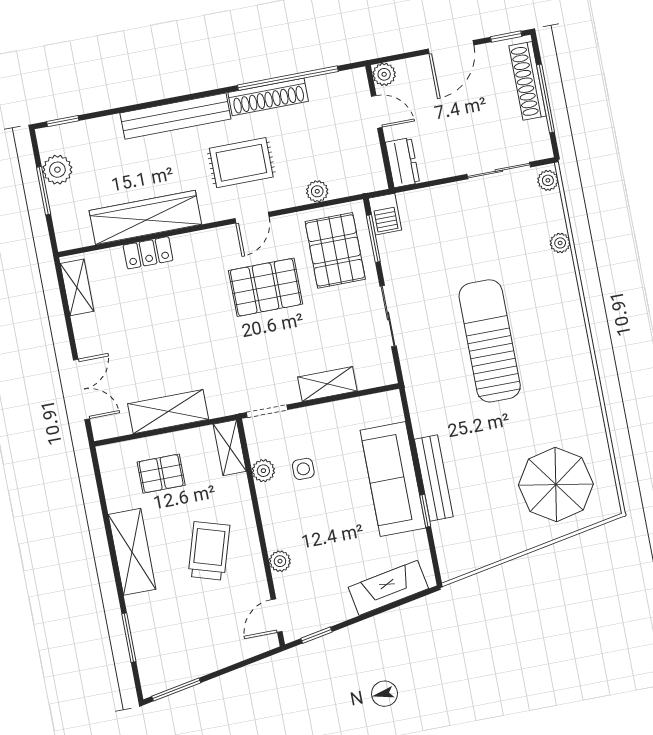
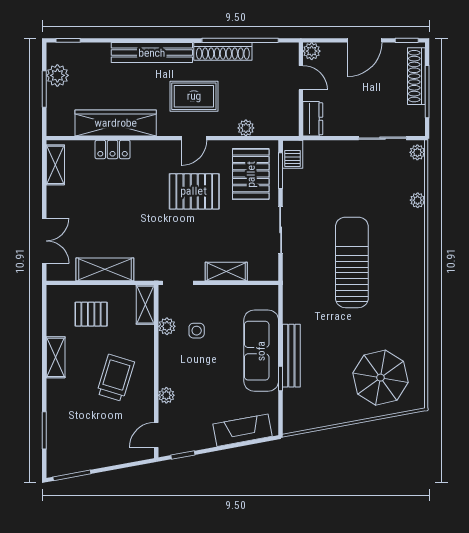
shelving: (132, 552) -> (56, 357), width x0.67, depth x0.75

